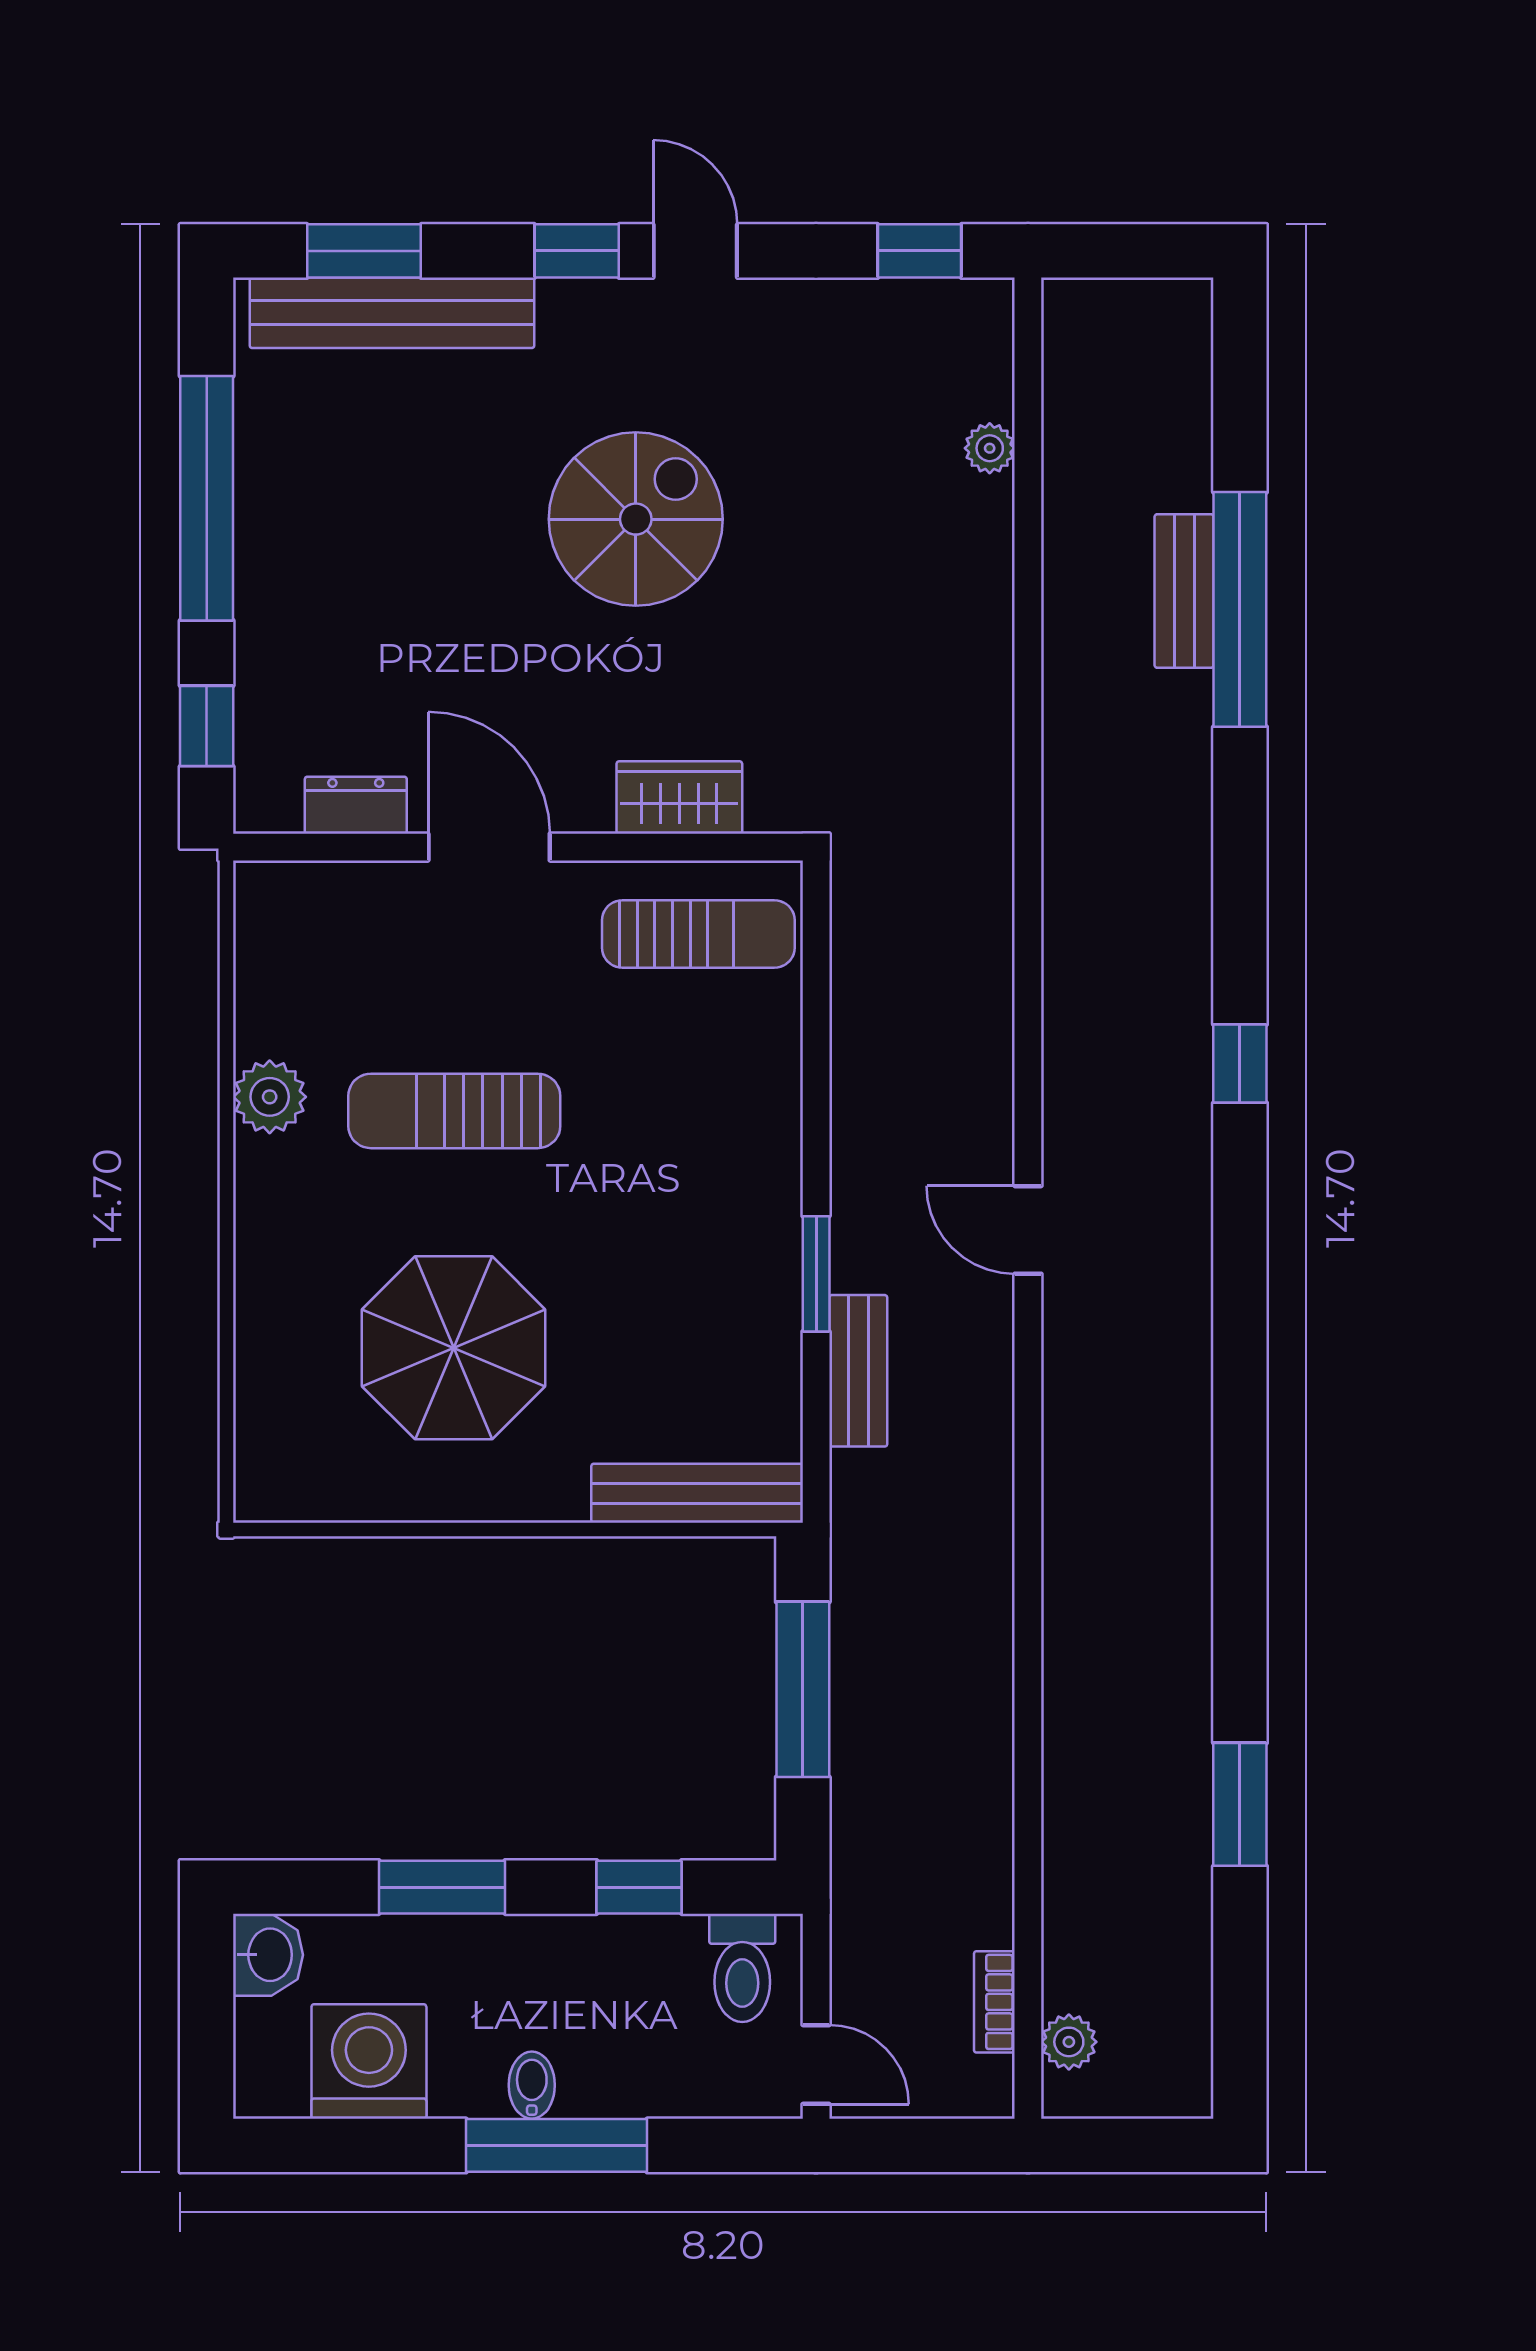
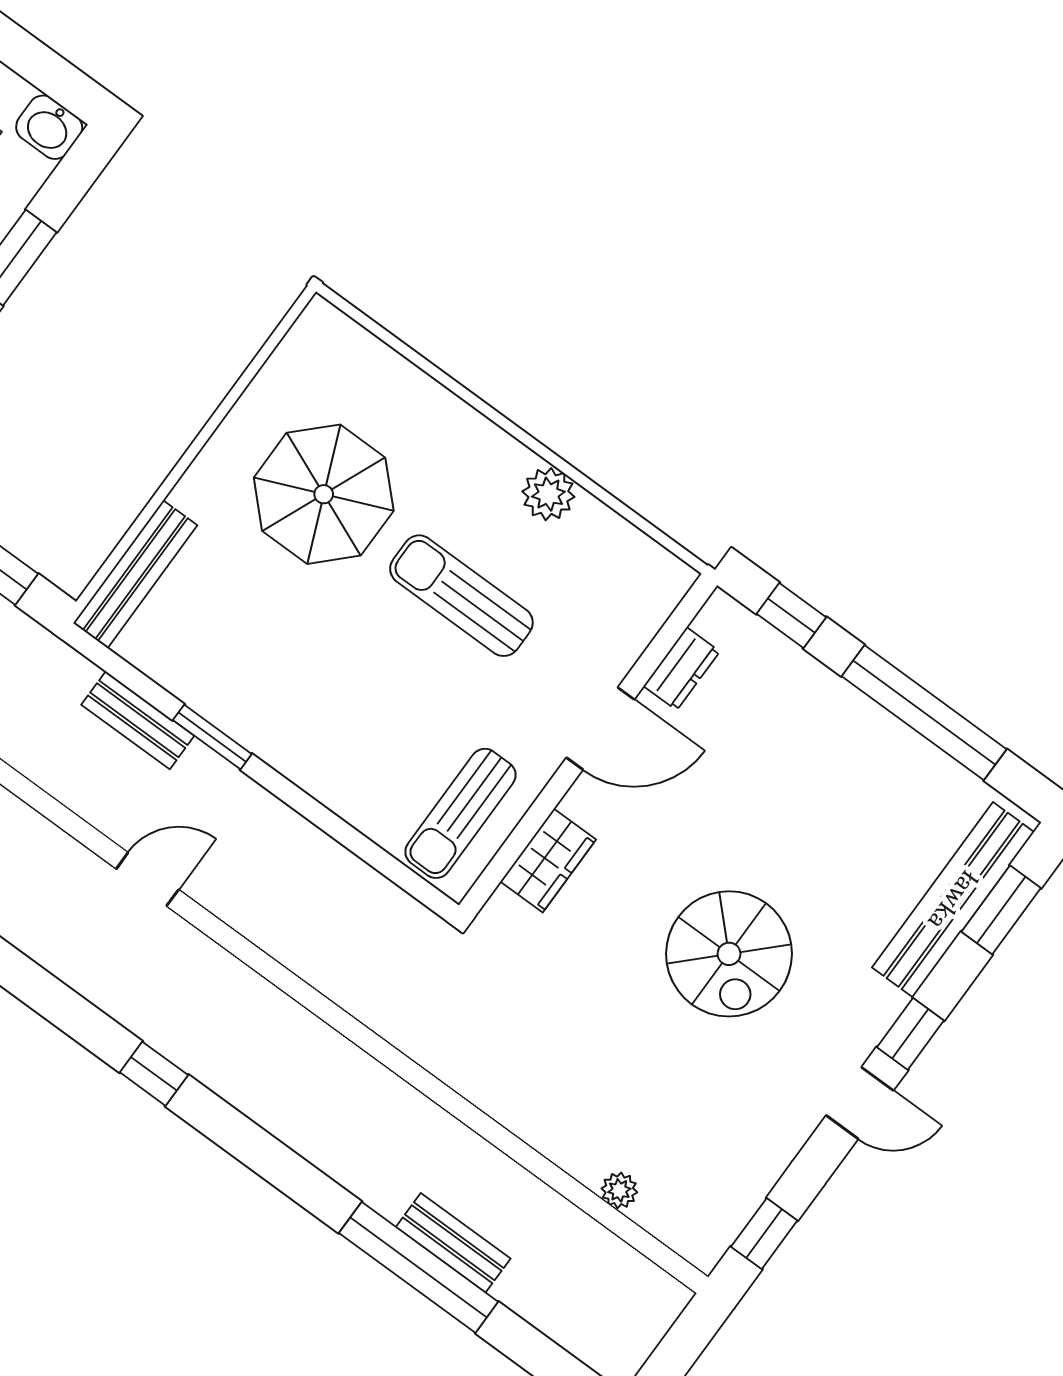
sun lounger: (454, 1111) -> (461, 596), turned -90

